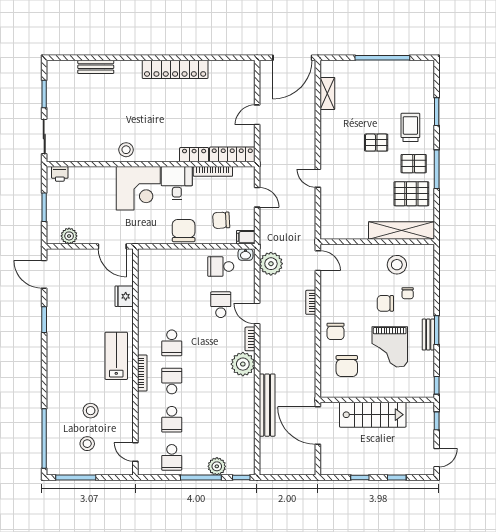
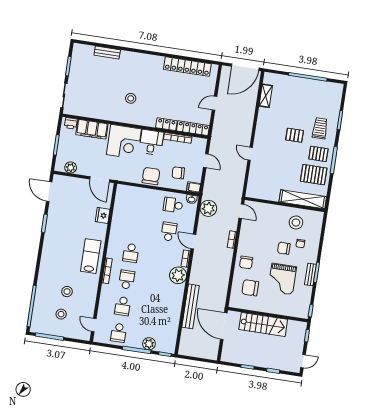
locker: (175, 69) -> (187, 67), moved
stool: (126, 150) -> (131, 98), moved
filing cabinet: (91, 178) -> (92, 129), added
chair: (347, 366) -> (250, 288), turned 90

